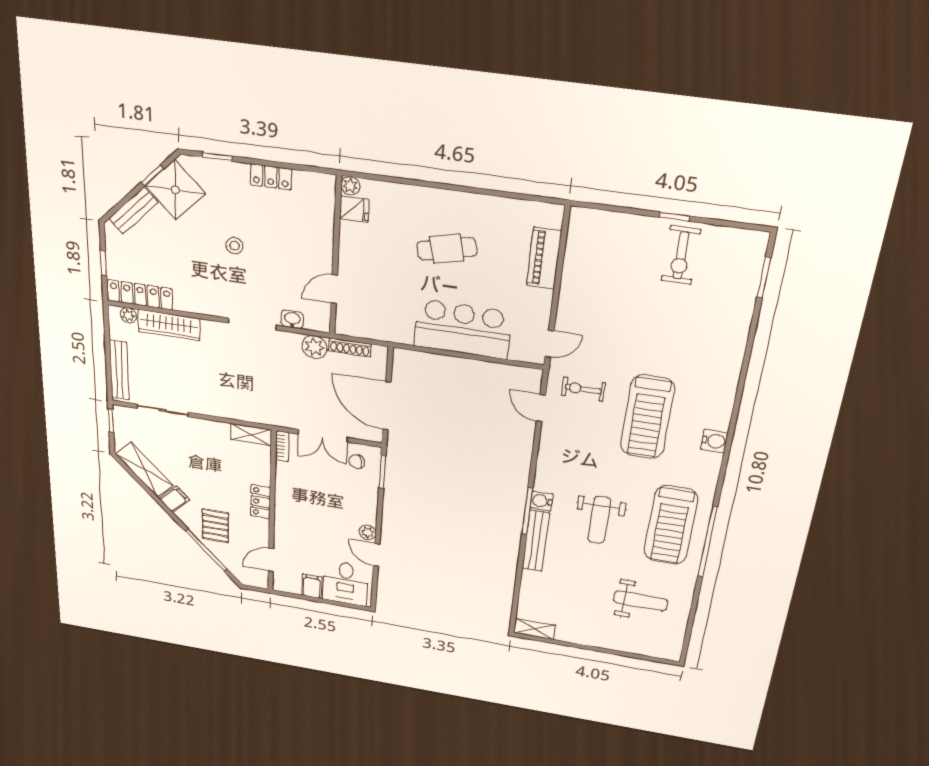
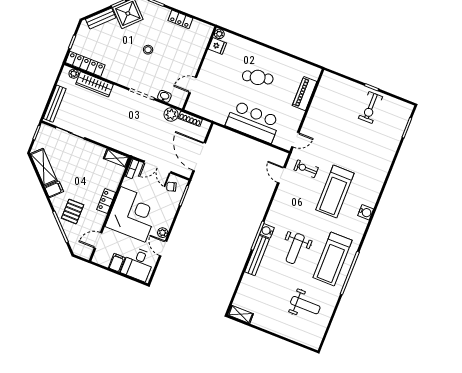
corner desk: (310, 514) -> (133, 214), added

